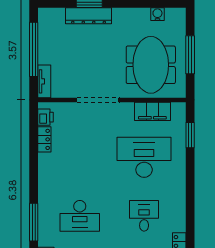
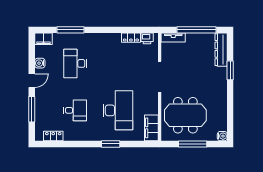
water cooler: (157, 14) -> (222, 136), moved
dresser: (89, 16) -> (221, 50), moved
filing cabinet: (152, 111) -> (151, 128), moved
window: (190, 135) -> (111, 144), moved

